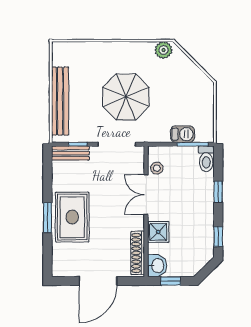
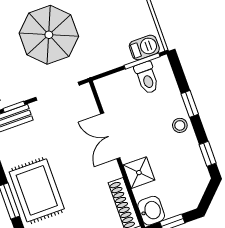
barbecue: (183, 134) -> (144, 47), moved
toilet: (206, 159) -> (147, 78), moved
stool: (157, 168) -> (180, 125), moved

